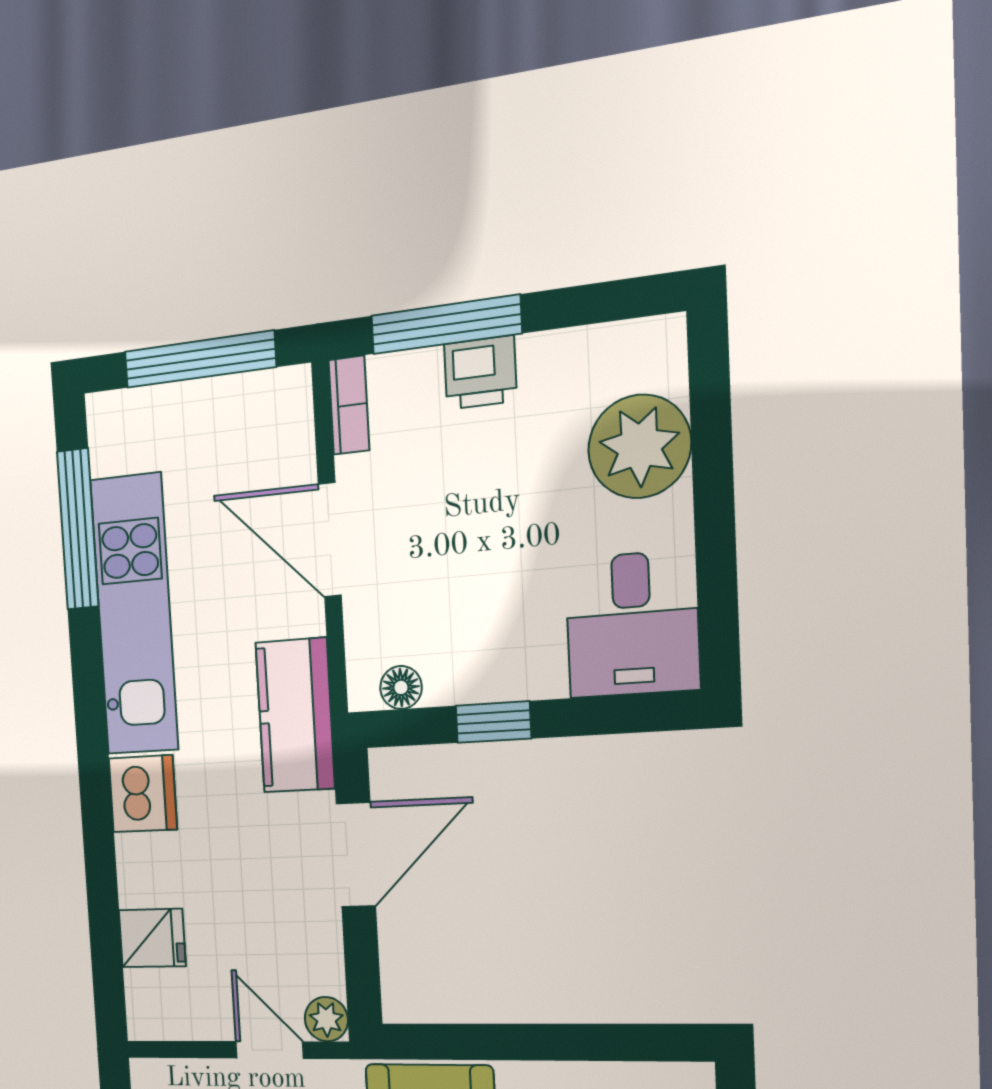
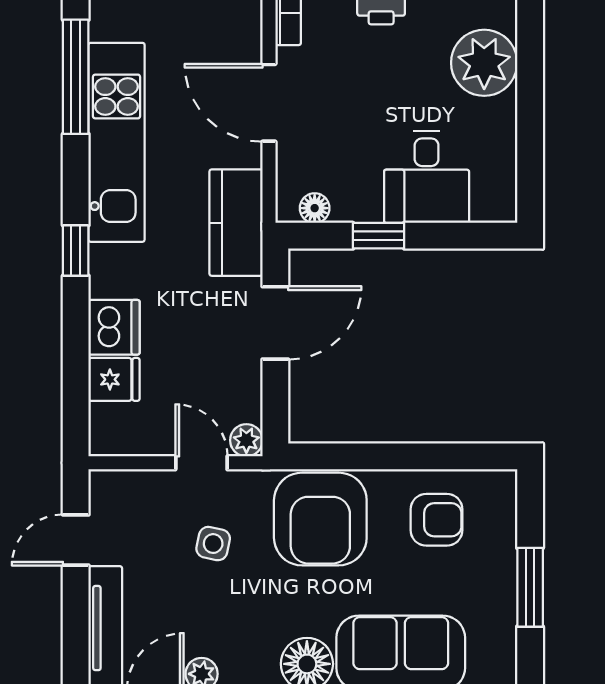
desk: (632, 624) -> (427, 177), moved
window: (94, 766) -> (76, 251), added
dishwasher: (143, 794) -> (114, 327), moved

